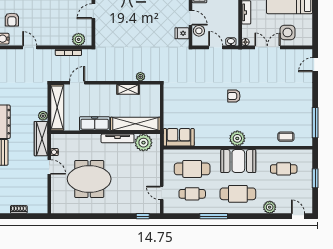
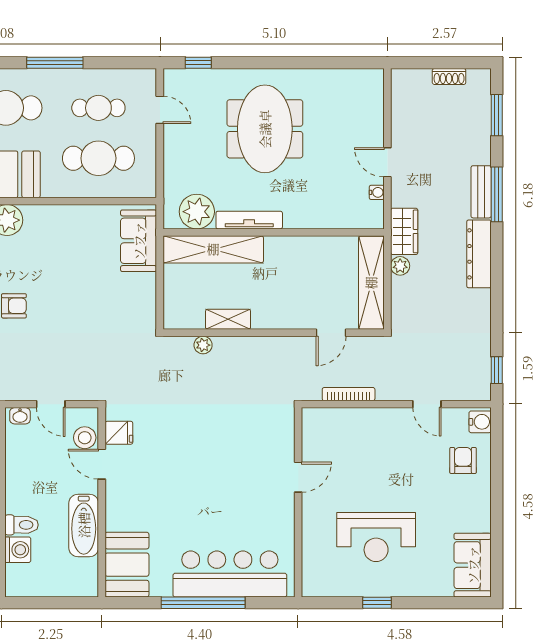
plant: (79, 39) -> (328, 420), removed
freezer: (95, 124) -> (296, 250), removed
sofa: (179, 137) -> (139, 241), moved, turned 90
wardrobe: (41, 139) -> (404, 231), width x0.67
meeting table: (89, 179) -> (265, 129), moved, turned 90

